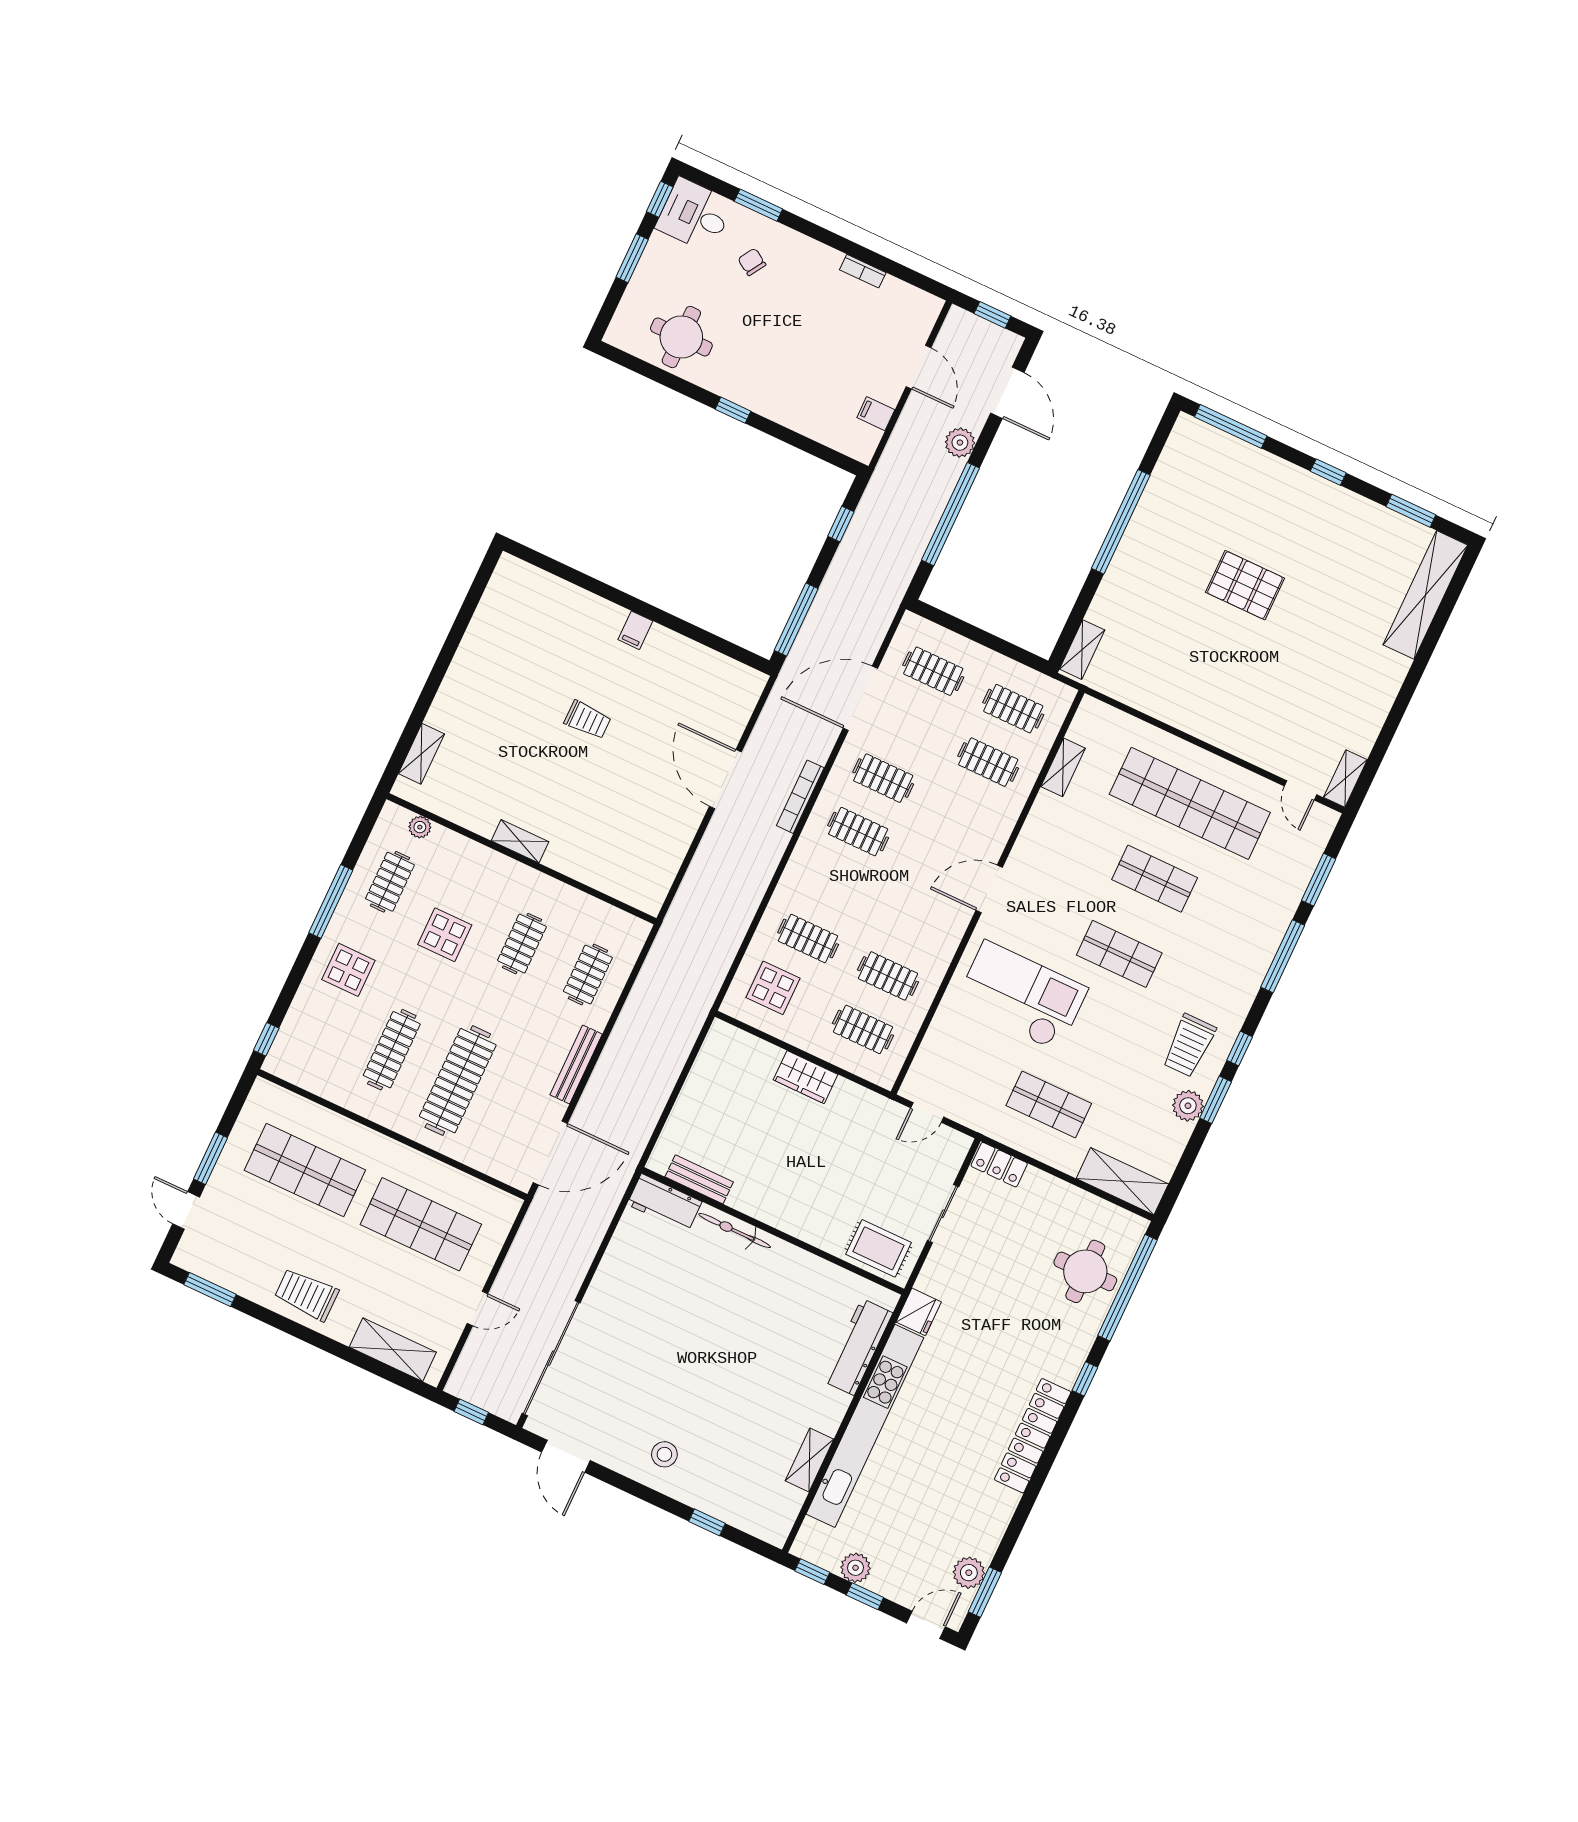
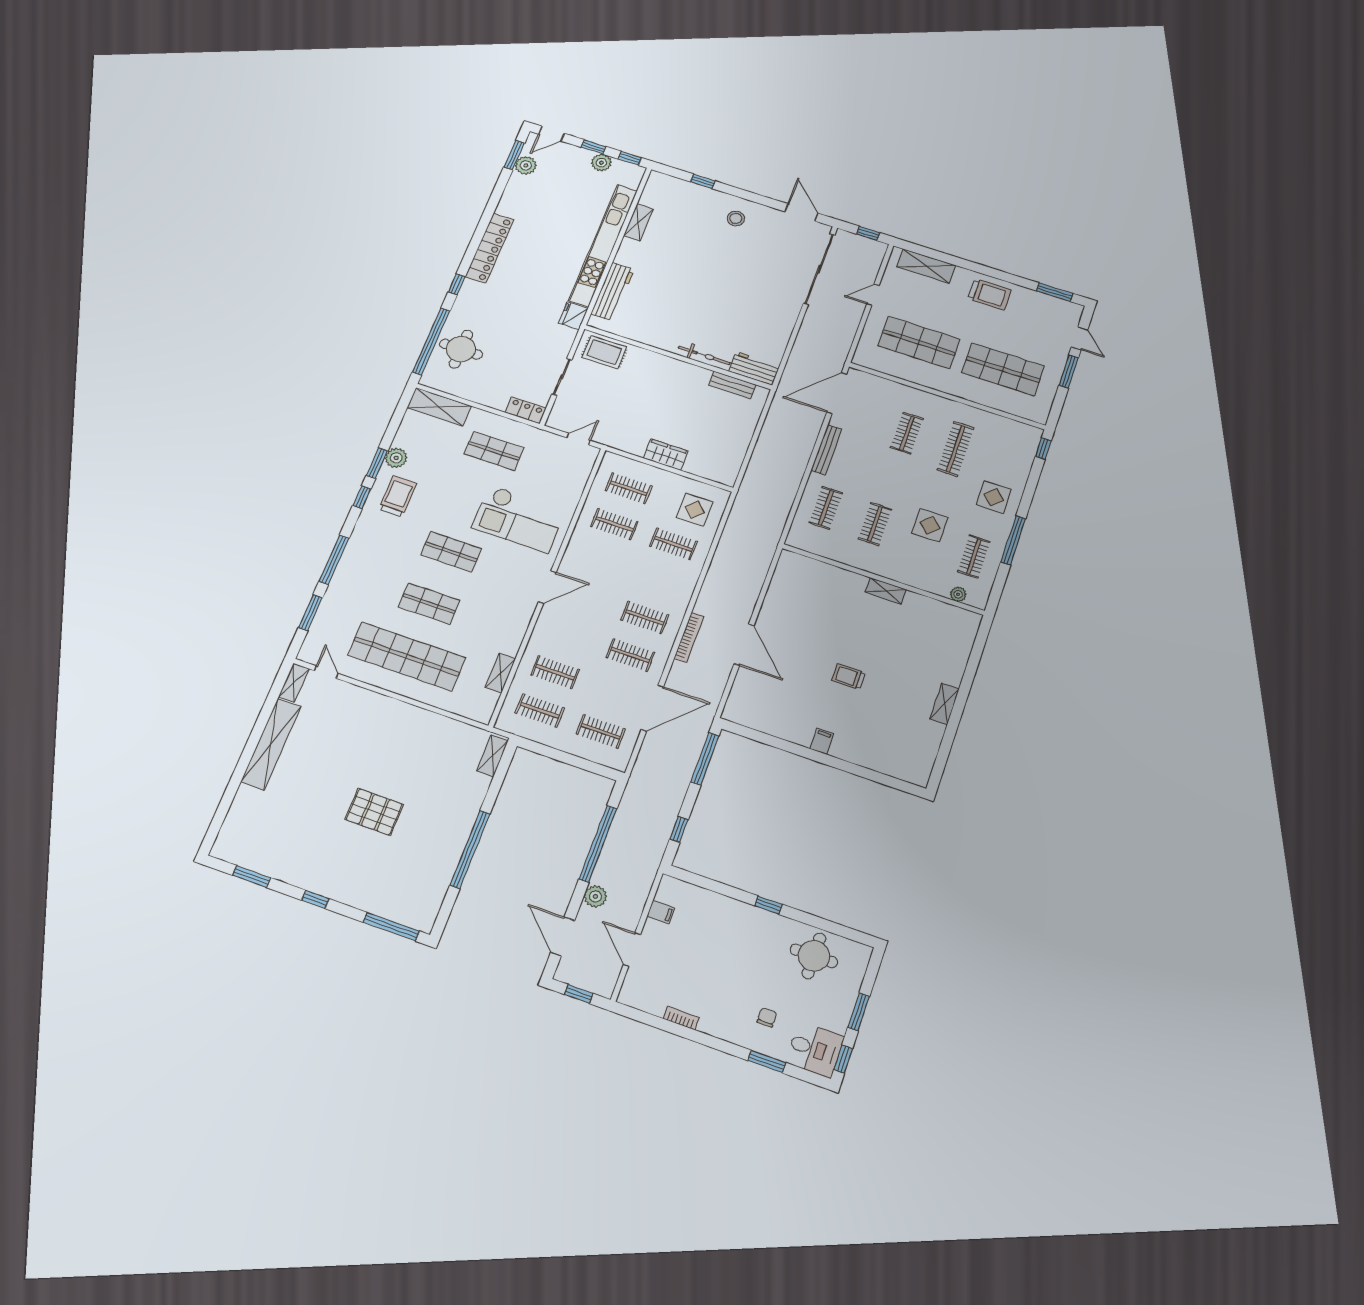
chair: (752, 262) -> (767, 1017), turned -122
shelving: (1425, 595) -> (271, 744), moved
shelving: (421, 754) -> (945, 704), moved
clothes rail: (458, 1081) -> (907, 433), width x0.54, depth x0.76

